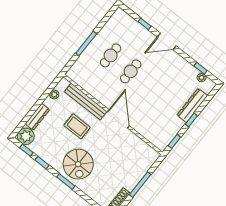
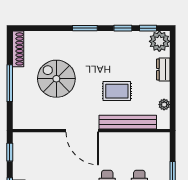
dresser: (37, 117) -> (163, 69), width x0.70
spiral stairs: (78, 164) -> (56, 79), moved

